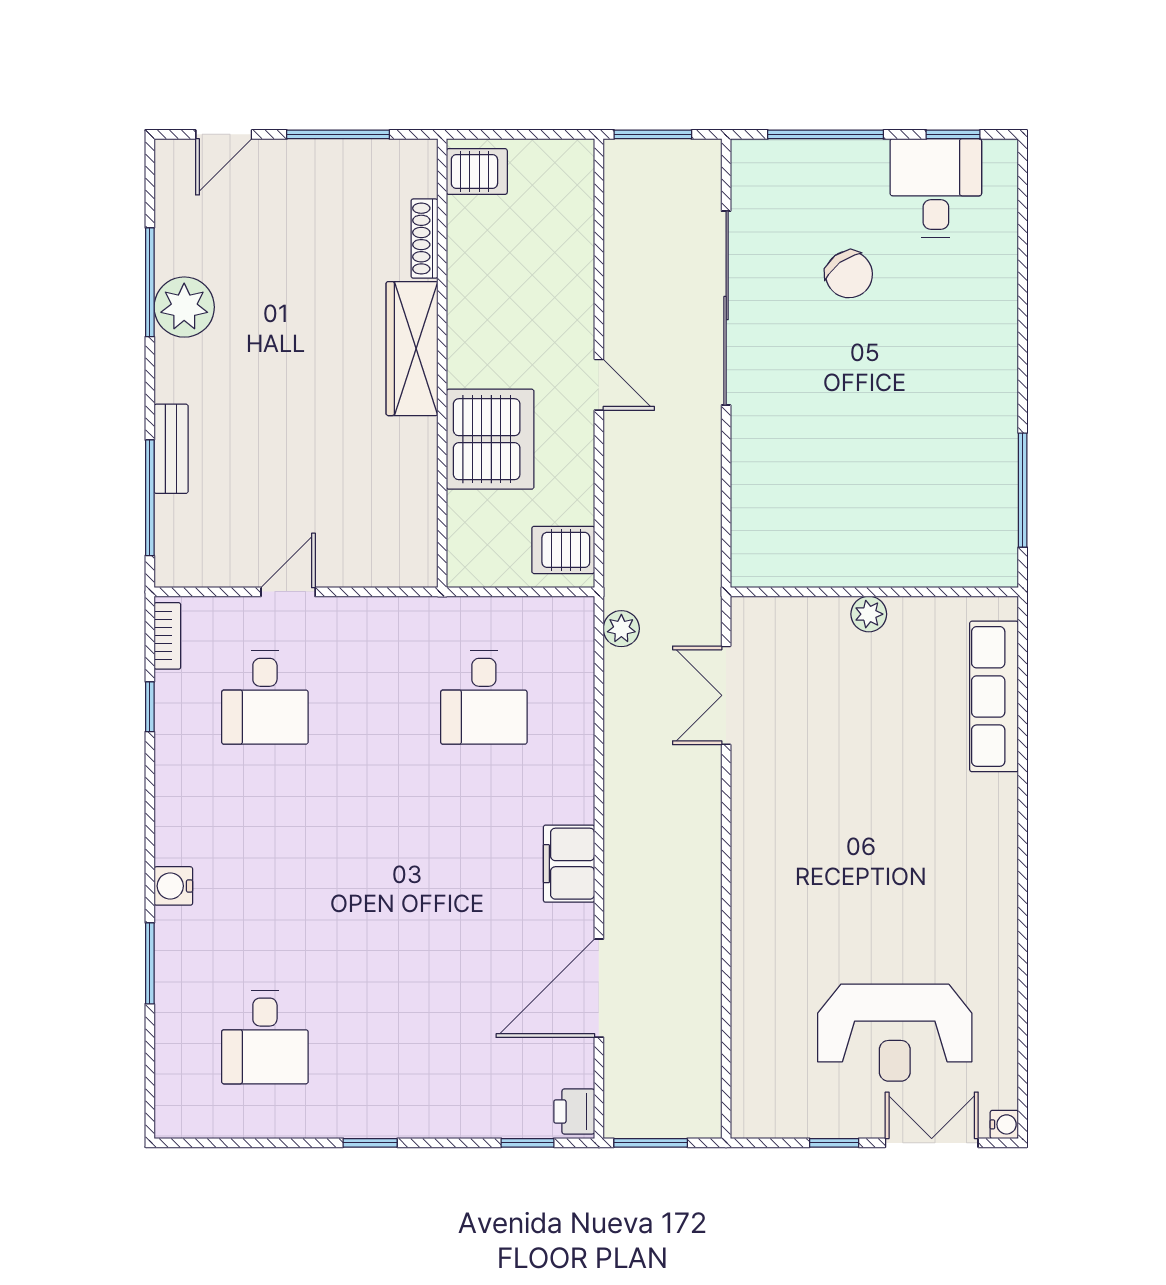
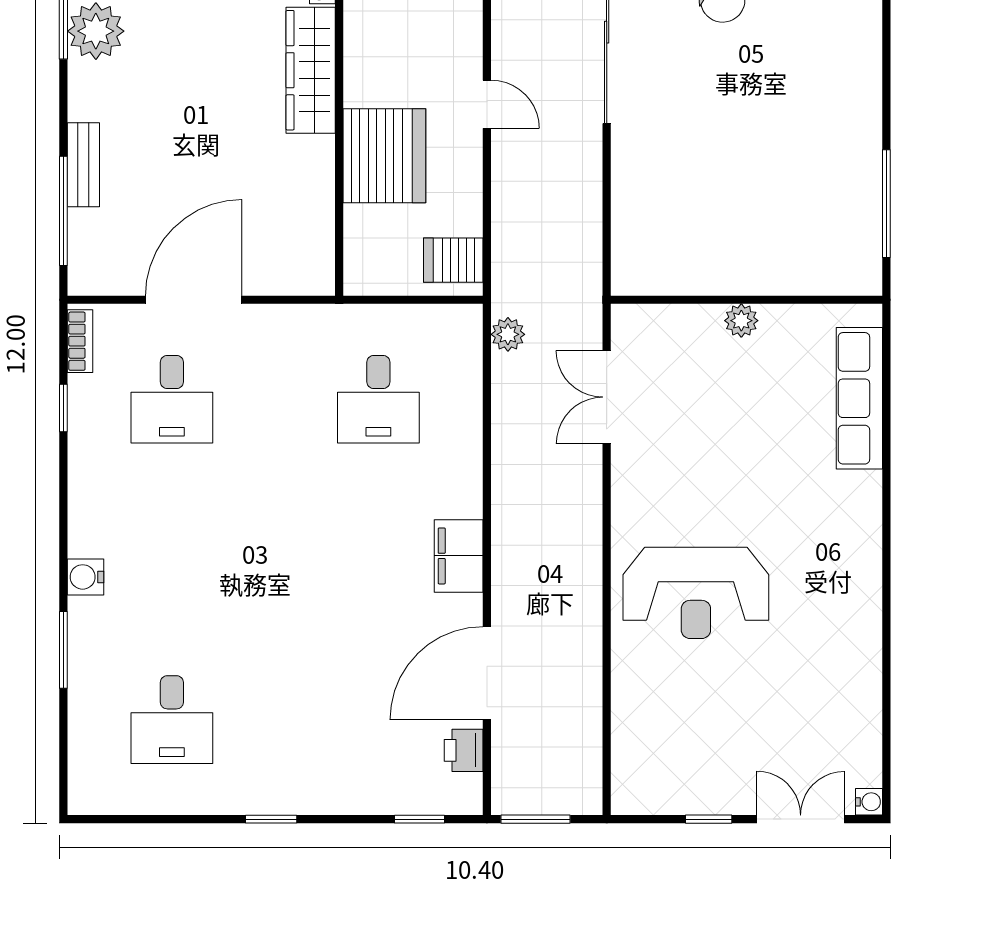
door: (288, 592) -> (194, 300), width x1.88
reception desk: (895, 1033) -> (696, 593), moved
printer: (574, 1111) -> (464, 750), moved

